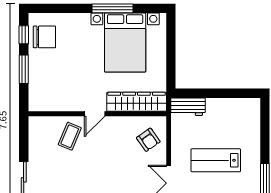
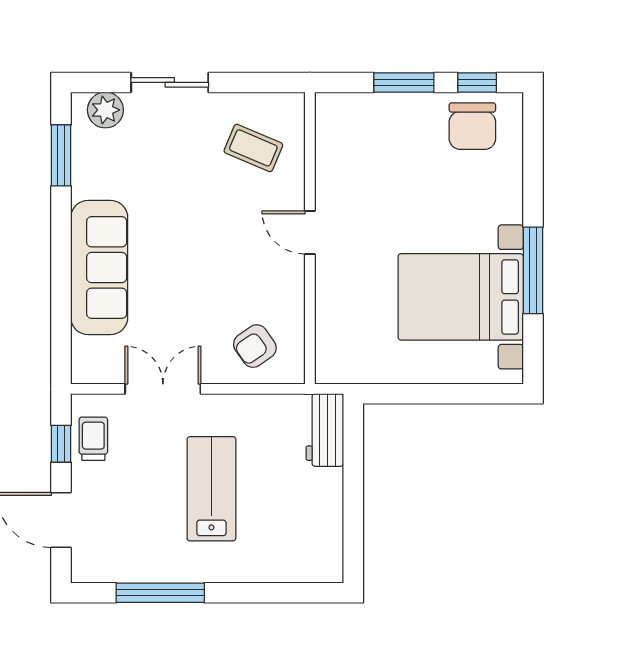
wardrobe: (137, 102) -> (335, 321), removed
coffee table: (70, 136) -> (253, 148), moved

